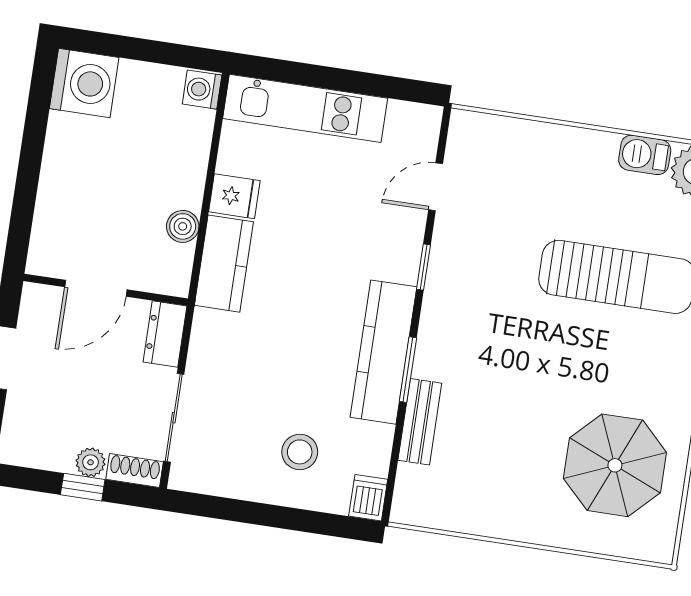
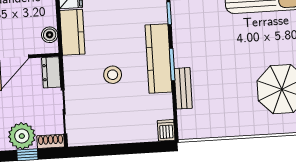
boiler: (183, 226) -> (50, 35), moved
stool: (300, 452) -> (113, 75), moved
plant: (91, 462) -> (22, 136), width x1.88, depth x1.88

